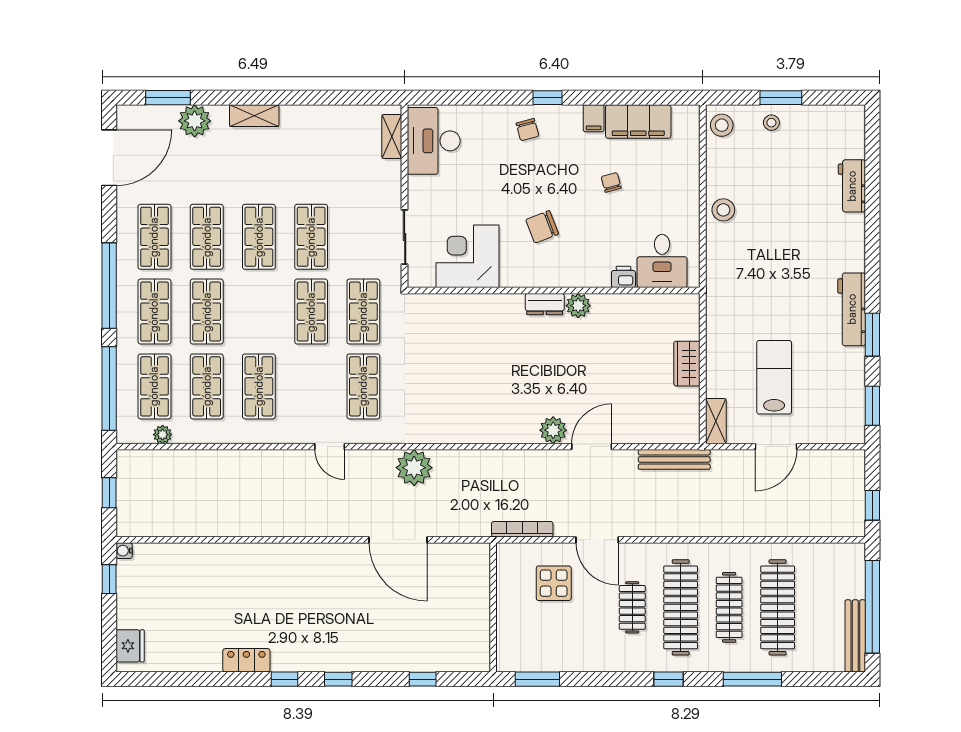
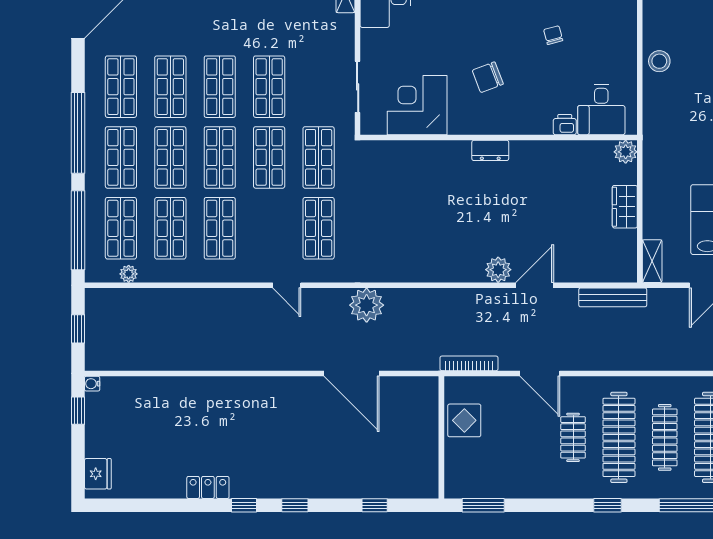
plant: (578, 306) -> (626, 152), moved
shop shelf: (259, 312) -> (220, 157), added
display table: (554, 583) -> (464, 420), moved

